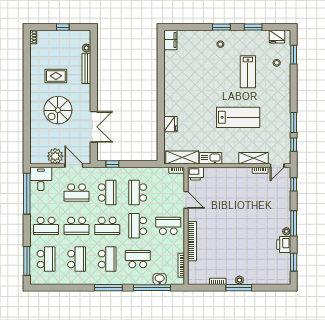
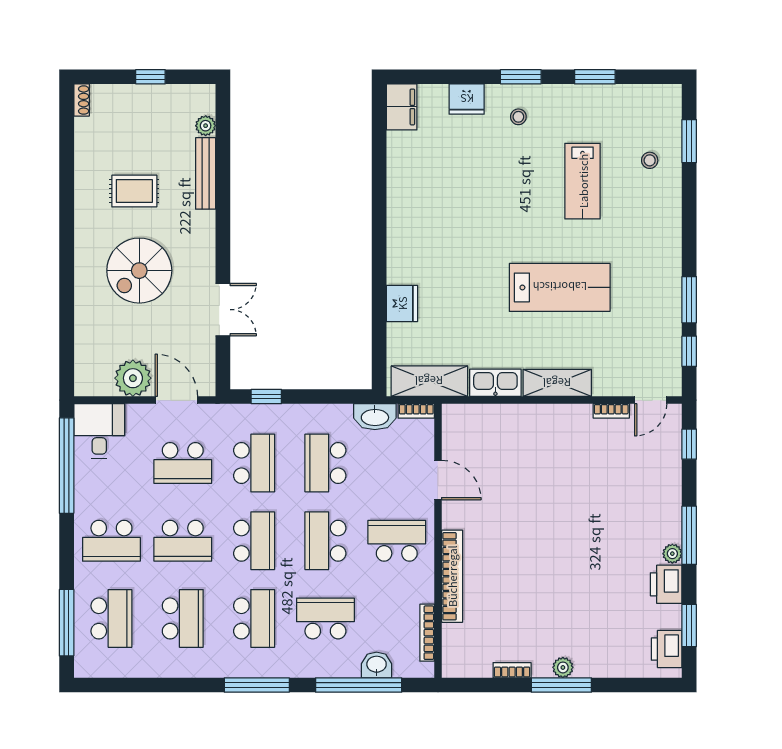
fridge: (277, 37) -> (467, 99), moved
double door: (94, 127) -> (223, 310), width x0.73
shelving: (253, 158) -> (557, 383), moved
washbasin: (159, 173) -> (375, 417), added
printer: (195, 174) -> (667, 649), moved, turned 90
school desk: (107, 226) -> (254, 541), turned -90

